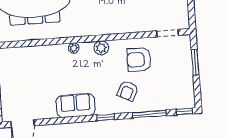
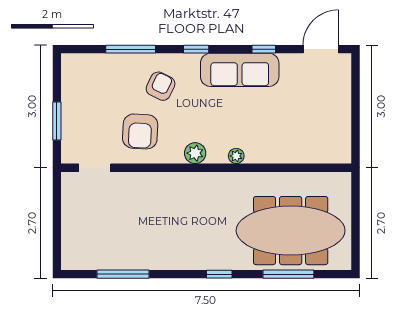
armchair: (139, 60) -> (140, 131), turned 93
sofa: (76, 106) -> (240, 70), width x1.36
window: (185, 111) -> (264, 49), moved

